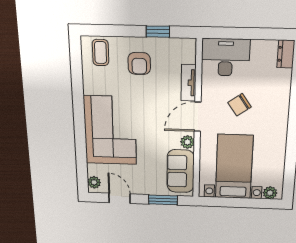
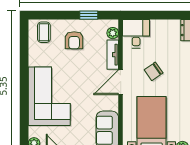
desk: (225, 57) -> (136, 34), width x0.73
plant: (187, 142) -> (113, 33), moved

